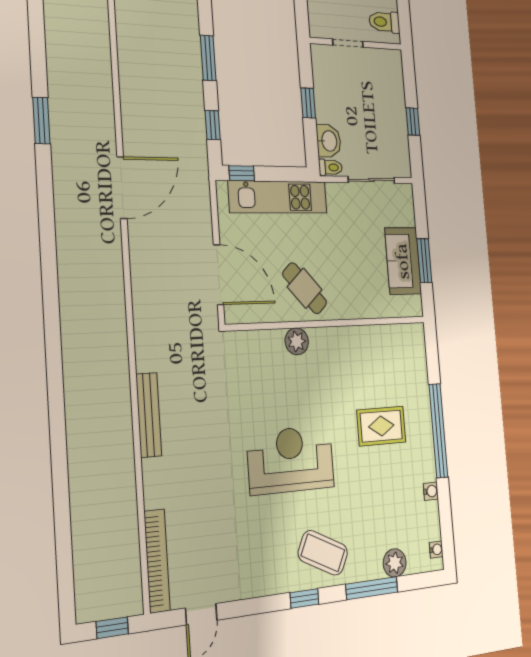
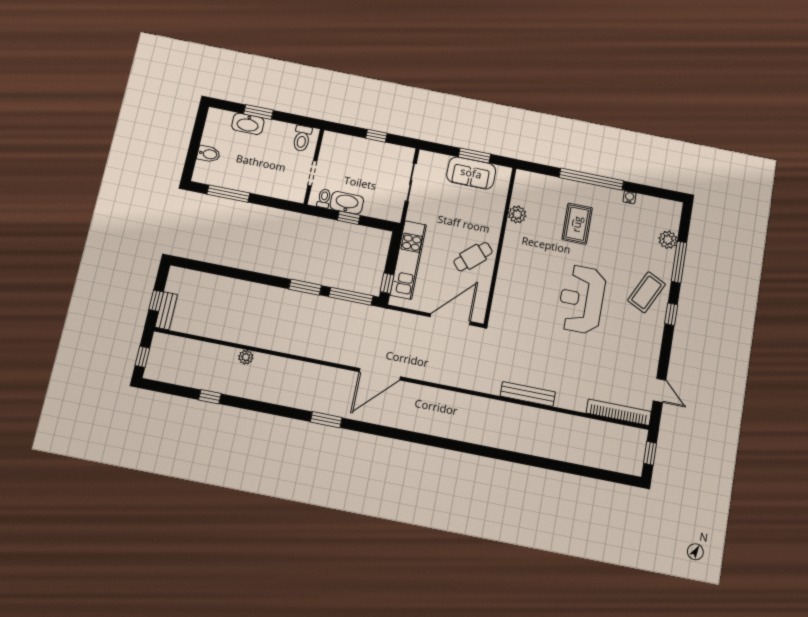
window: (213, 125) -> (351, 296), width x2.17
washbasin: (329, 141) -> (347, 203), moved, width x1.38
toilet: (330, 167) -> (324, 198), moved
door: (122, 188) -> (380, 374), swing flipped
plant: (297, 341) -> (517, 214), moved
water cooler: (436, 550) -> (668, 205), removed

